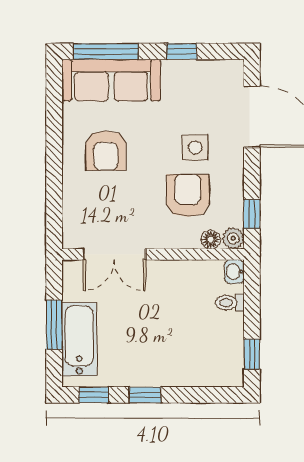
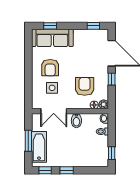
window: (106, 51) -> (50, 26), width x0.46
window: (182, 51) -> (93, 26), moved
side table: (195, 147) -> (52, 88), moved
window: (252, 214) -> (112, 79), moved
bidet: (168, 277) -> (76, 121), added

